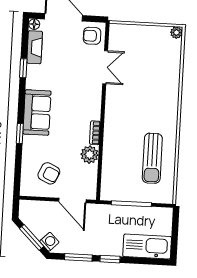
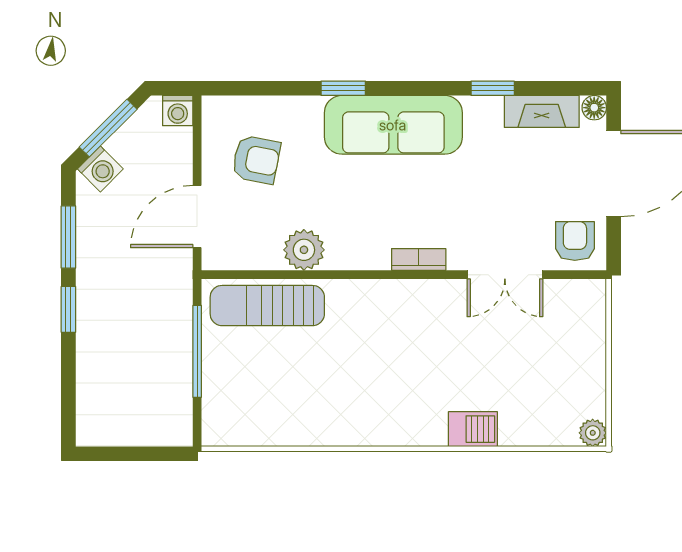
barbecue: (172, 85) -> (473, 429), added
sofa: (37, 112) -> (393, 125), width x1.36
bookcase: (95, 133) -> (419, 259), moved
sun lounger: (152, 158) -> (267, 306), moved
armchair: (49, 173) -> (256, 160), turned -104
washing machine: (26, 207) -> (178, 111), added
kitchen sink: (147, 247) -> (102, 392), removed

